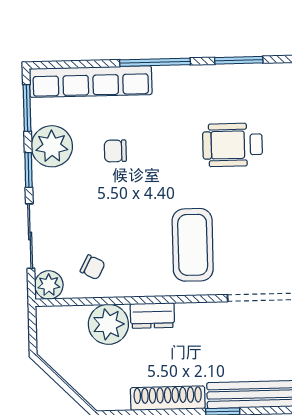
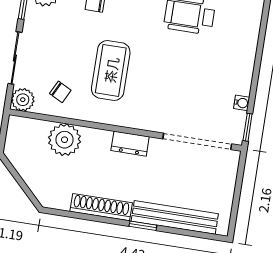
coffee table: (193, 245) -> (111, 70), moved
dresser: (152, 315) -> (130, 144), moved

